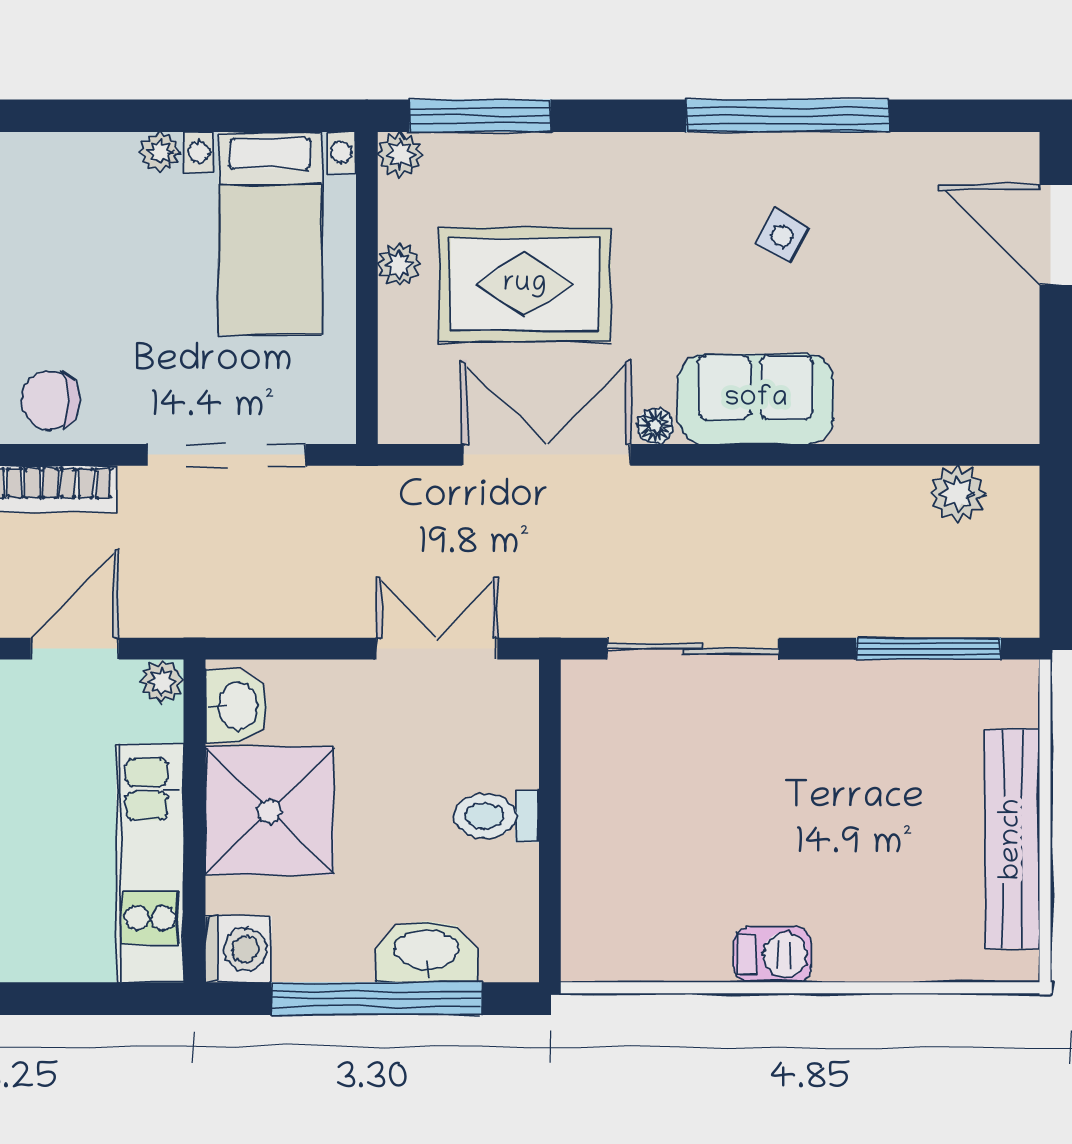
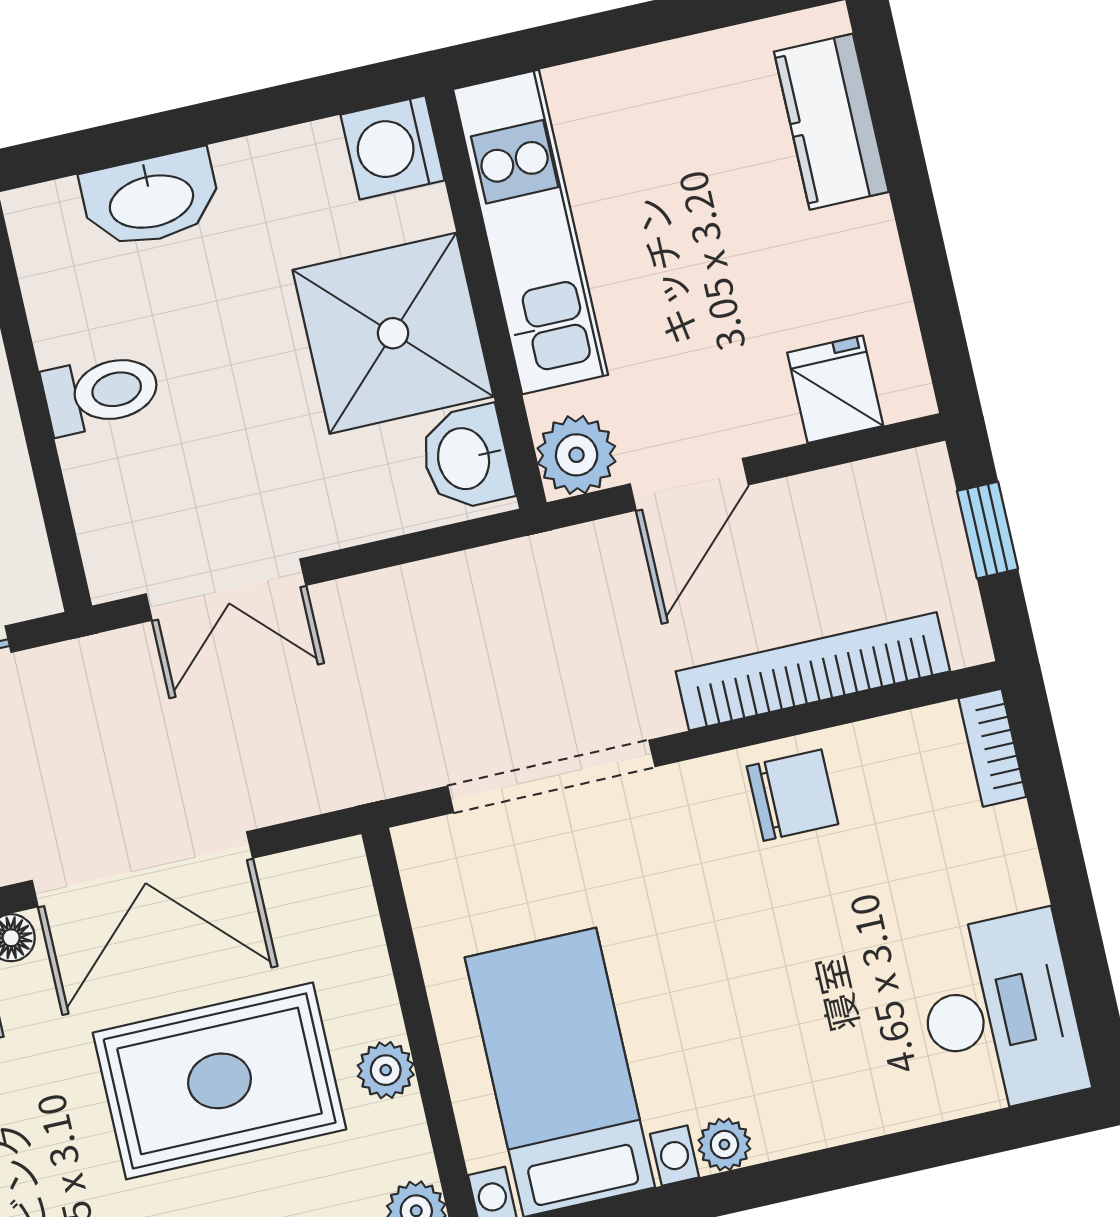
plant: (162, 681) -> (577, 455), width x1.38, depth x1.38
window: (377, 999) -> (201, 125), removed

